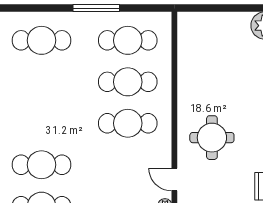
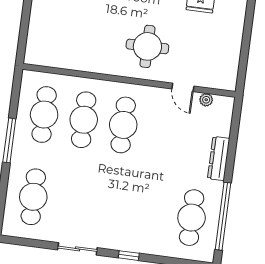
cafe table: (42, 165) -> (152, 212), removed
door: (174, 180) -> (183, 87), hinge flipped

